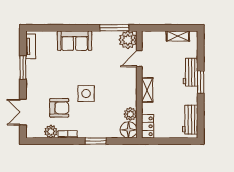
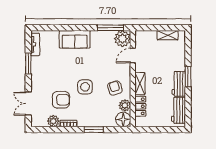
workbench: (190, 72) -> (179, 84), moved
armchair: (119, 95) -> (115, 88), added
locker: (148, 126) -> (140, 106), moved

